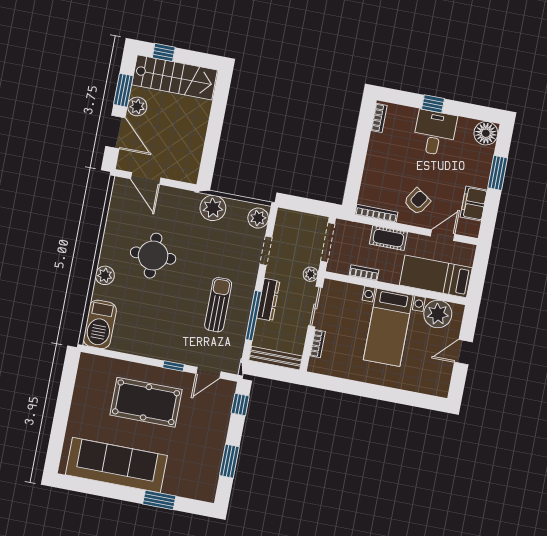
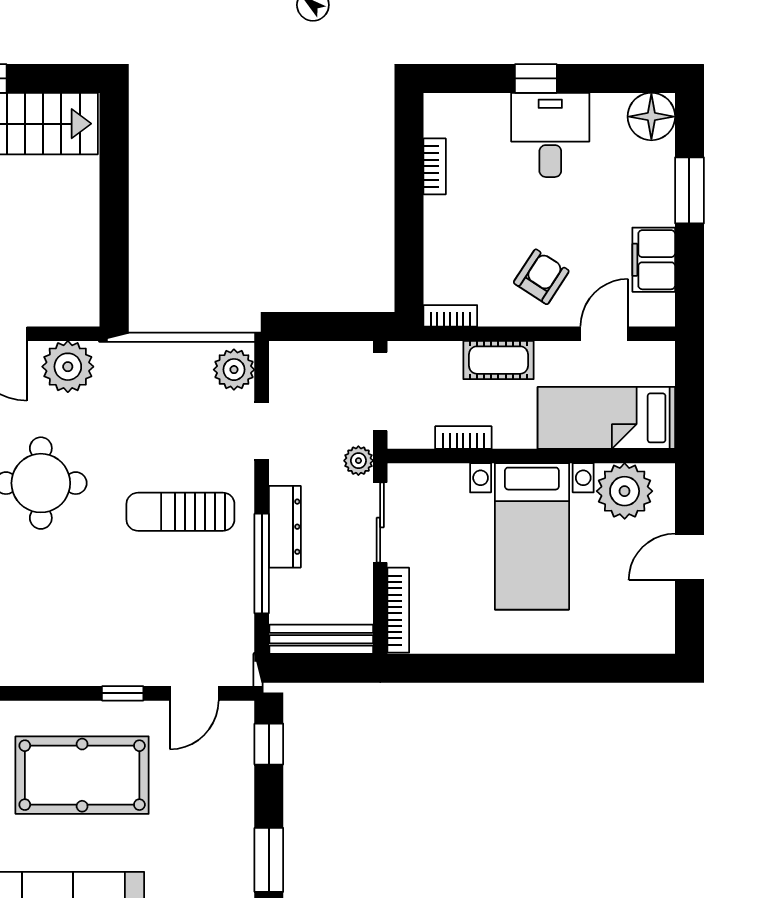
bookcase: (379, 118) -> (435, 166), moved
plant: (213, 208) -> (68, 367), moved
bookcase: (376, 213) -> (450, 316), width x0.64
sun lounger: (218, 305) -> (180, 512), moved, turned -90
bookcase: (317, 344) -> (398, 610), width x1.56

